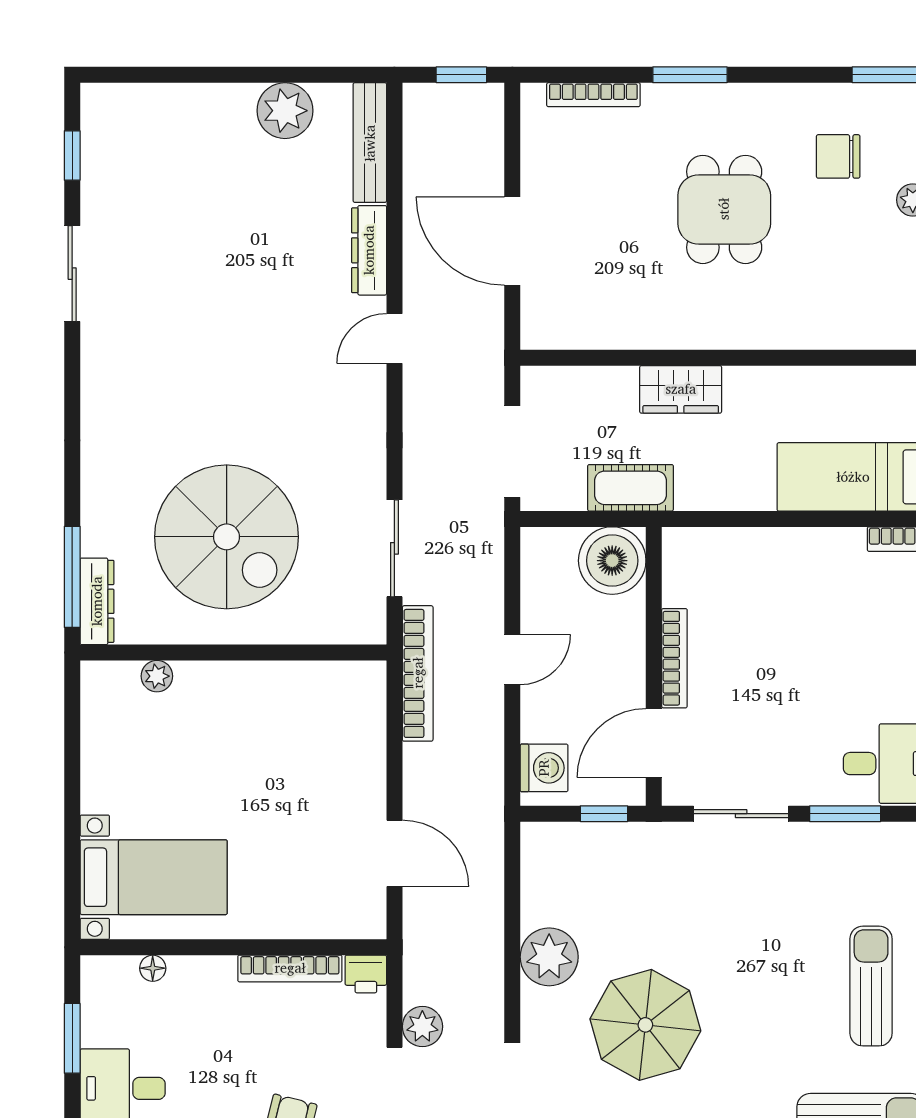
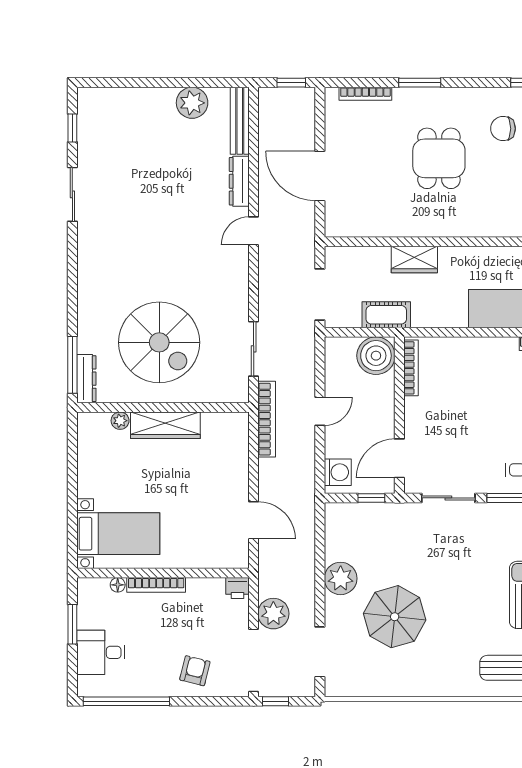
bookcase: (674, 658) -> (411, 368), moved
wardrobe: (238, 684) -> (165, 425), added
bookcase: (290, 968) -> (156, 585), moved
plant: (422, 1027) -> (273, 614), width x1.36, depth x1.36

